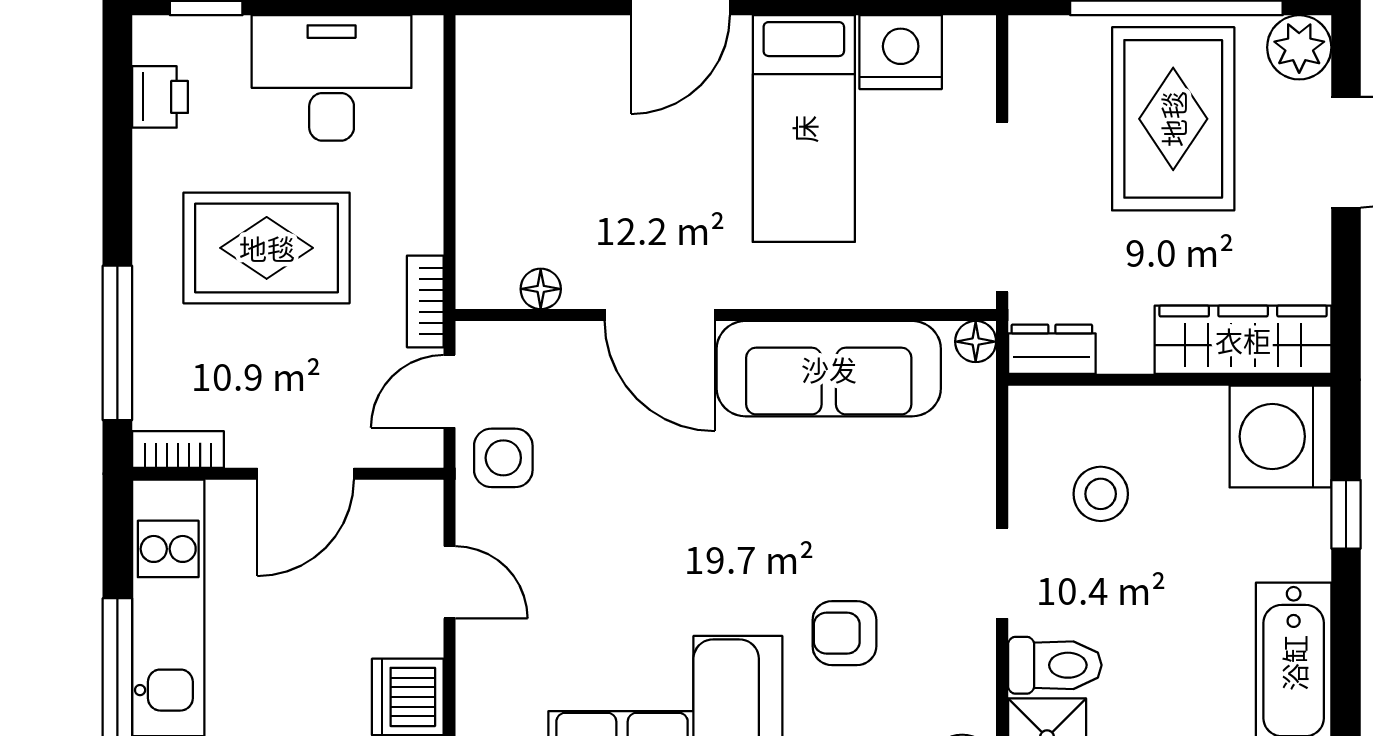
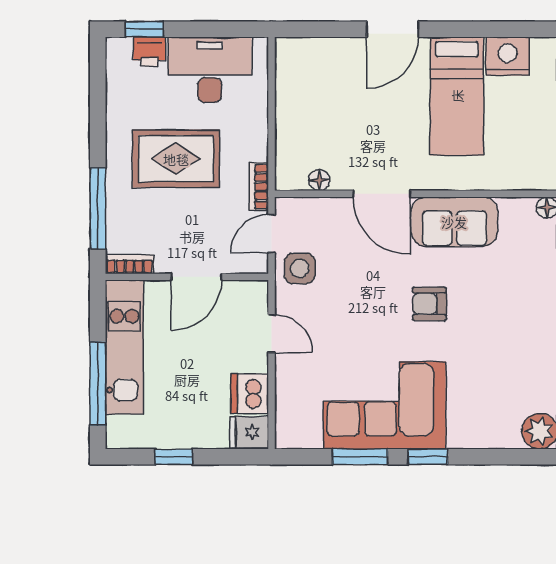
printer: (160, 97) -> (150, 51), moved, turned 90
sofa: (829, 369) -> (454, 222), width x0.73
armchair: (844, 633) -> (429, 304), moved

